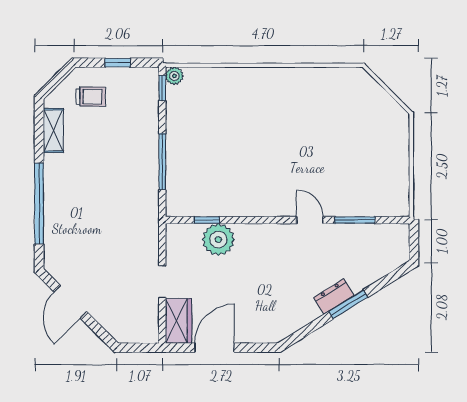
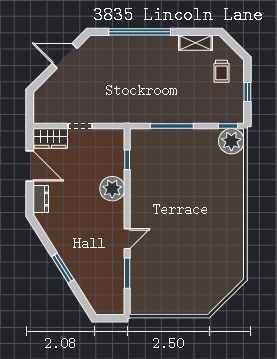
plant: (174, 76) -> (231, 141), width x1.88, depth x1.88
plant: (218, 240) -> (112, 189), moved
dresser: (334, 296) -> (41, 199), moved, turned 32

